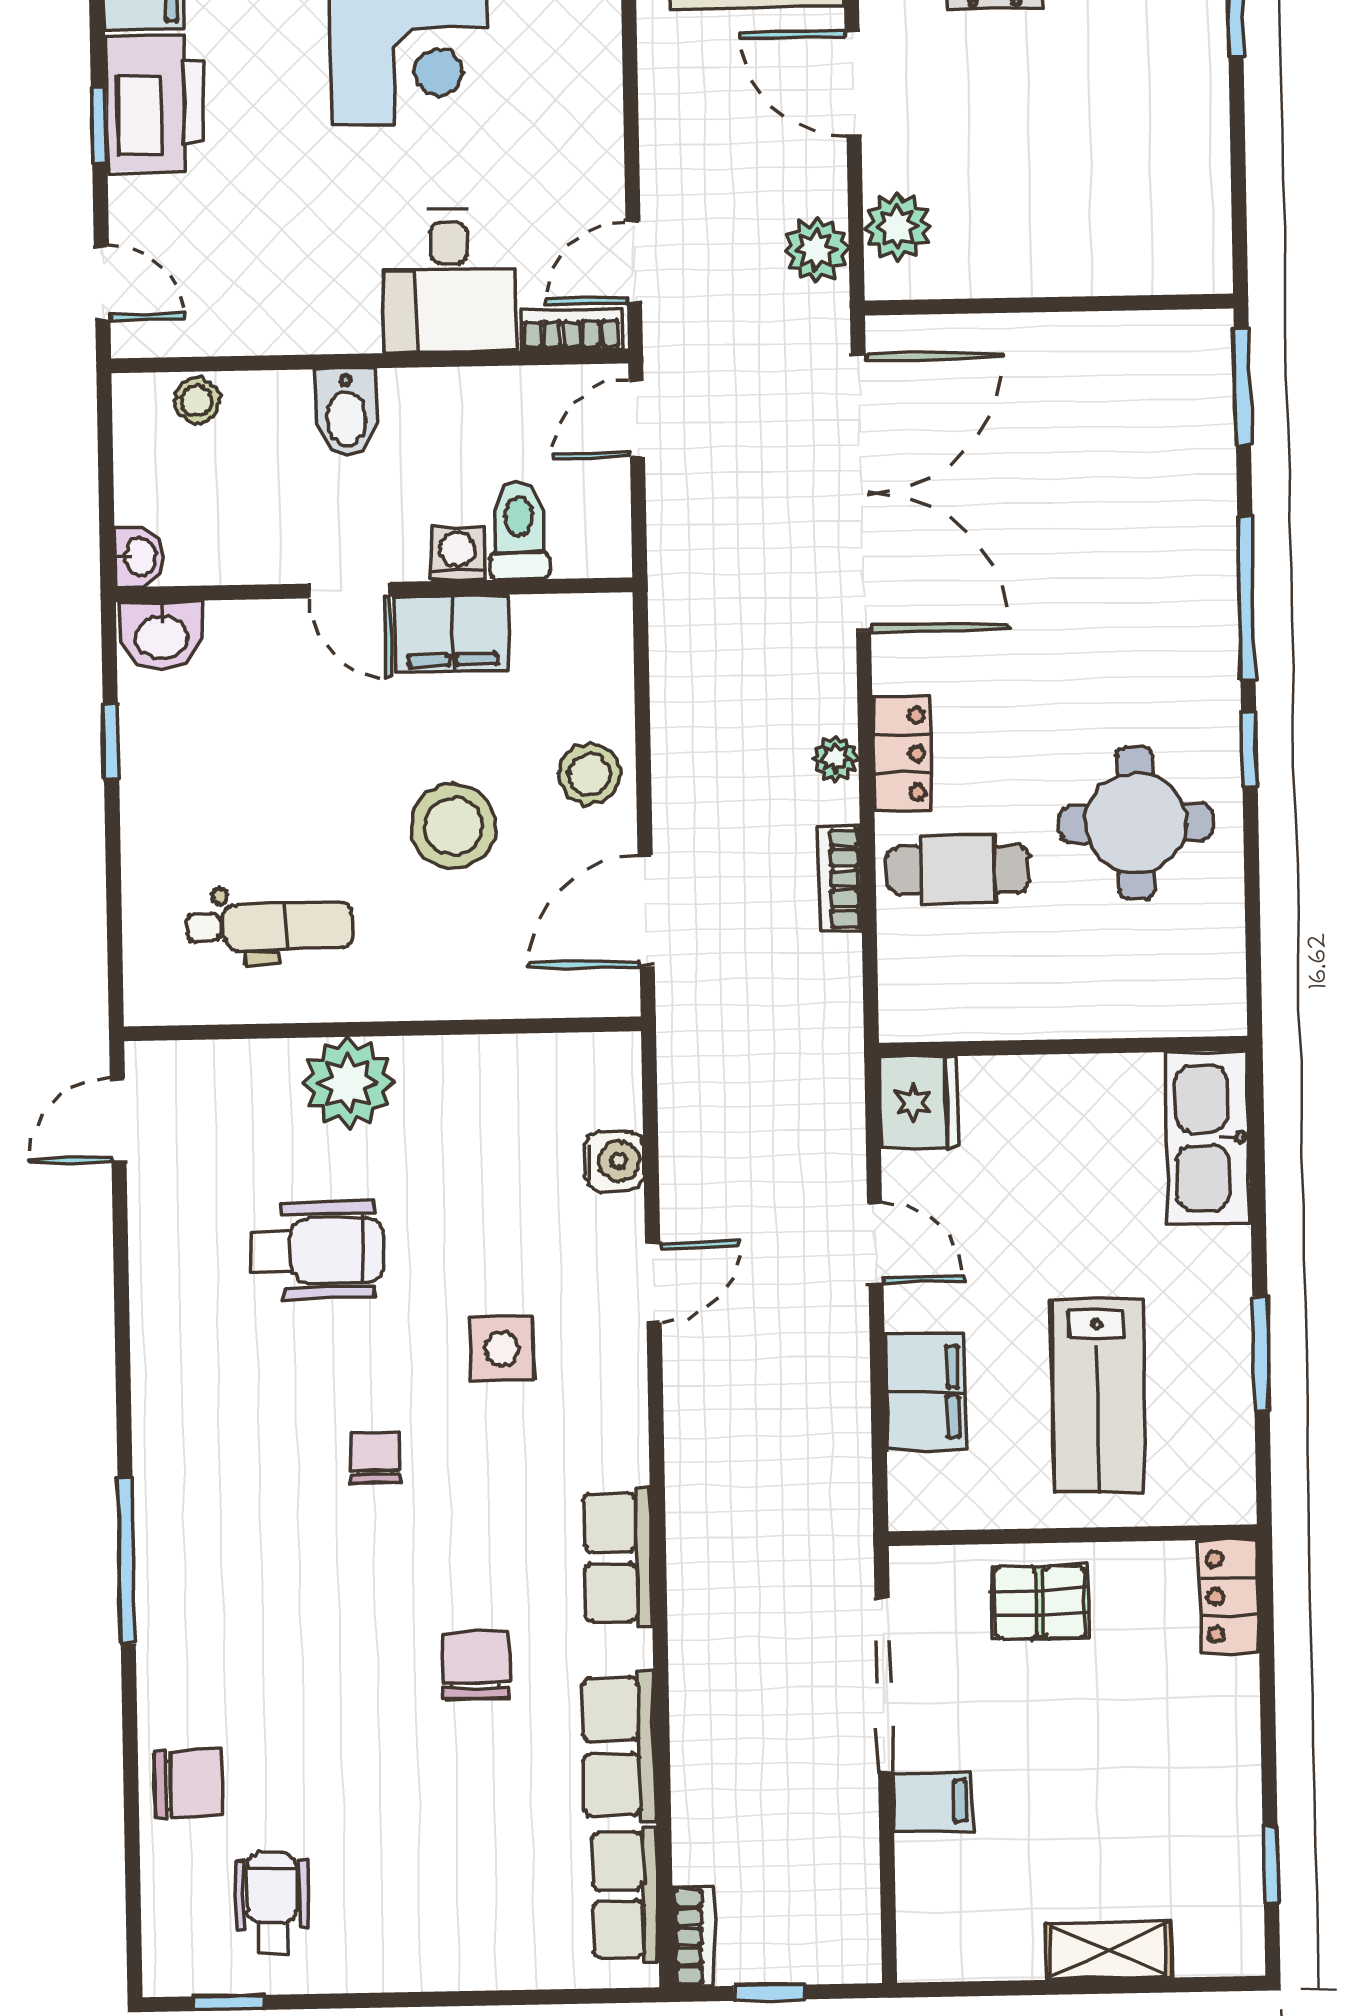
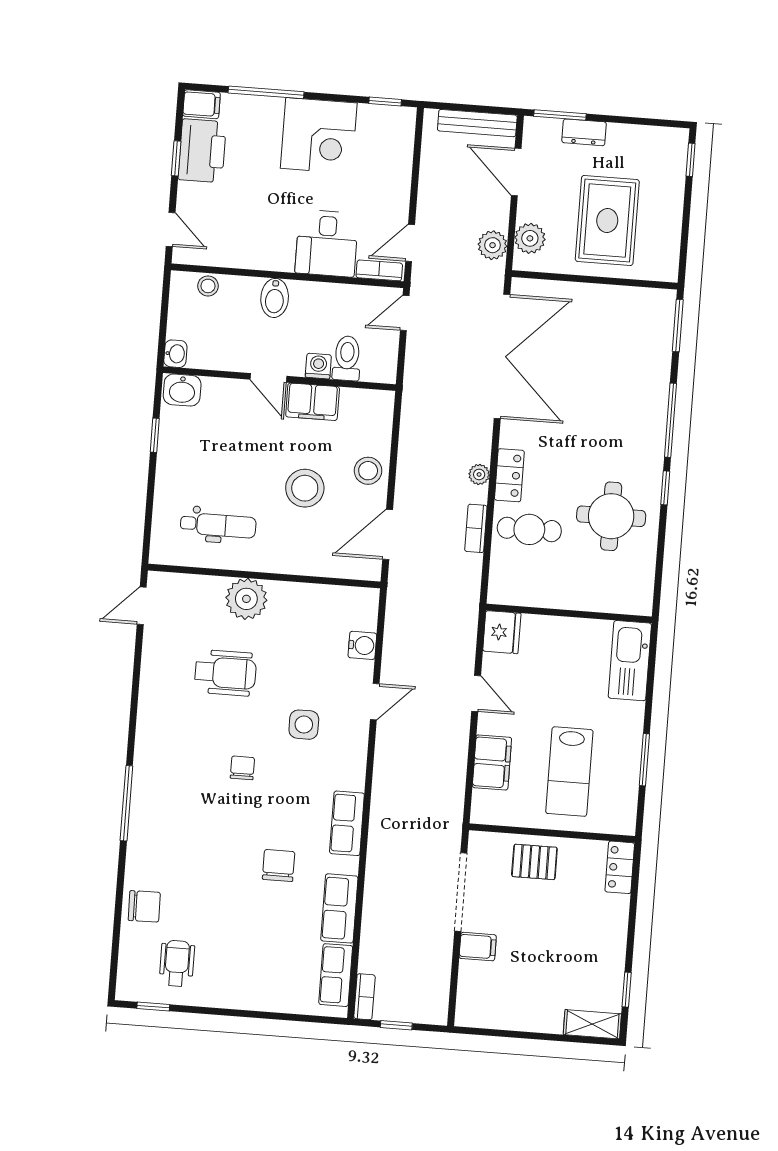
rug: (1064, 171) -> (607, 220), added
shelving: (1109, 1951) -> (592, 1024), moved

